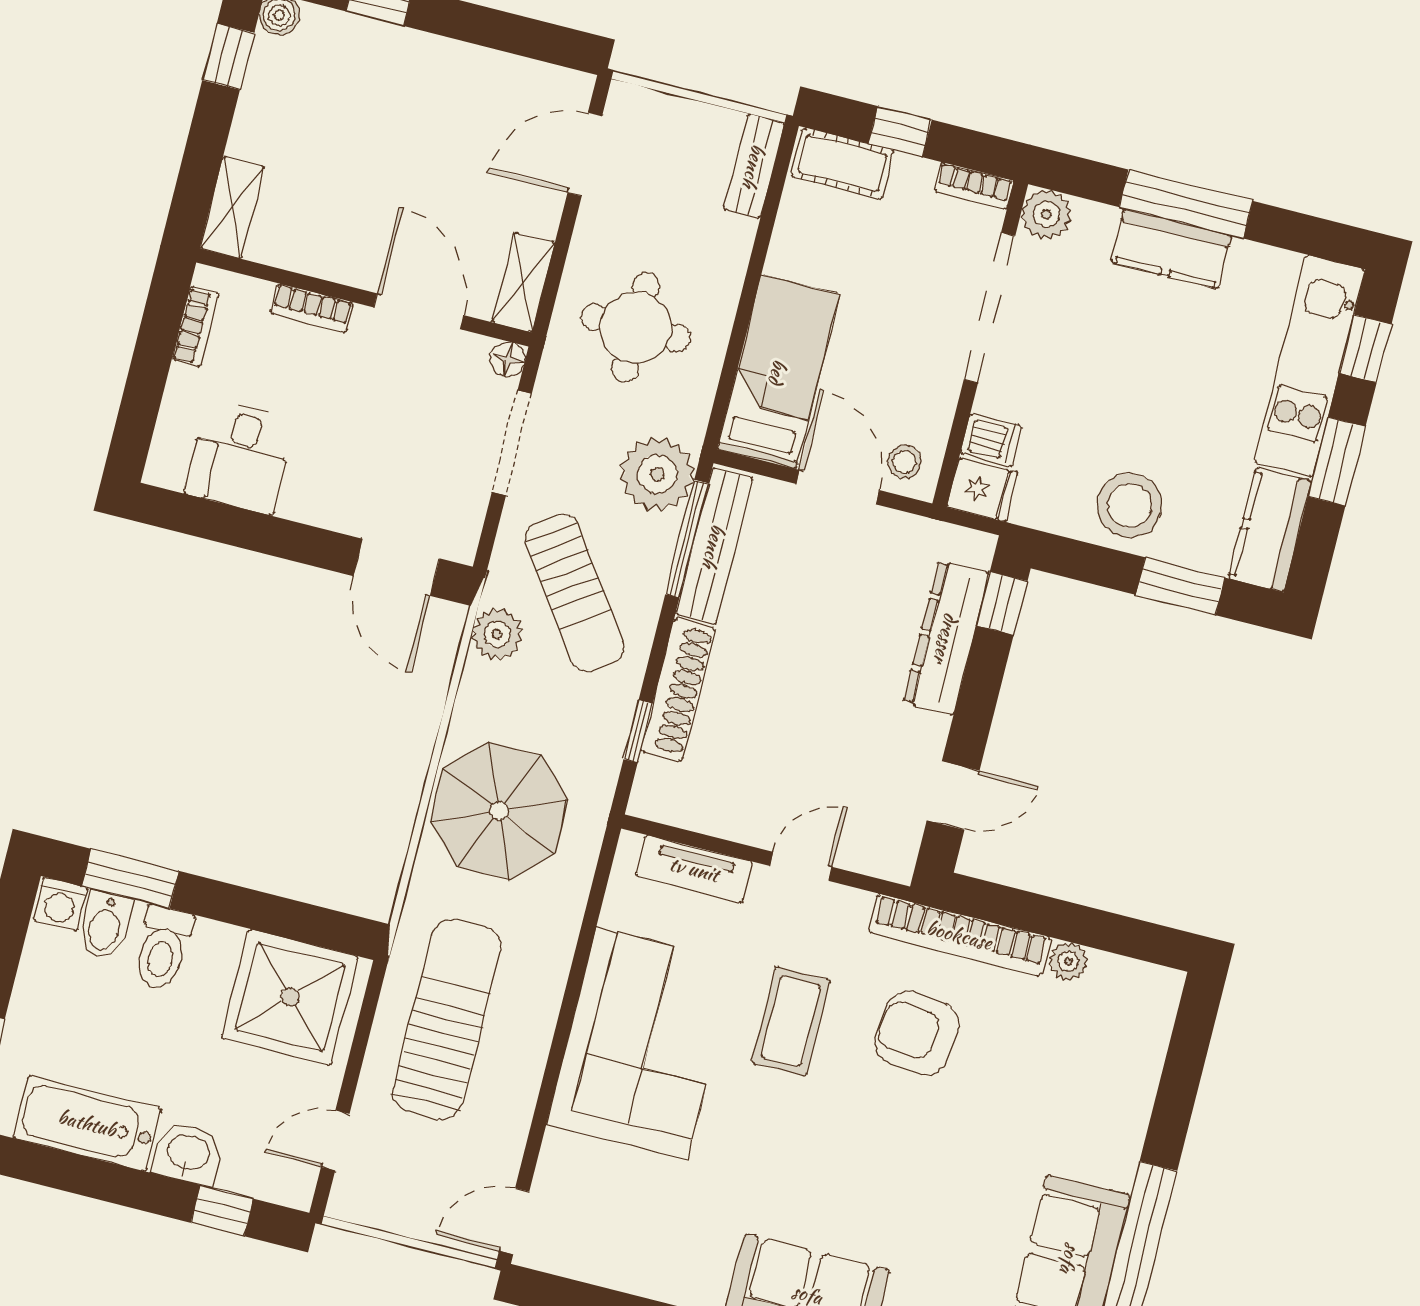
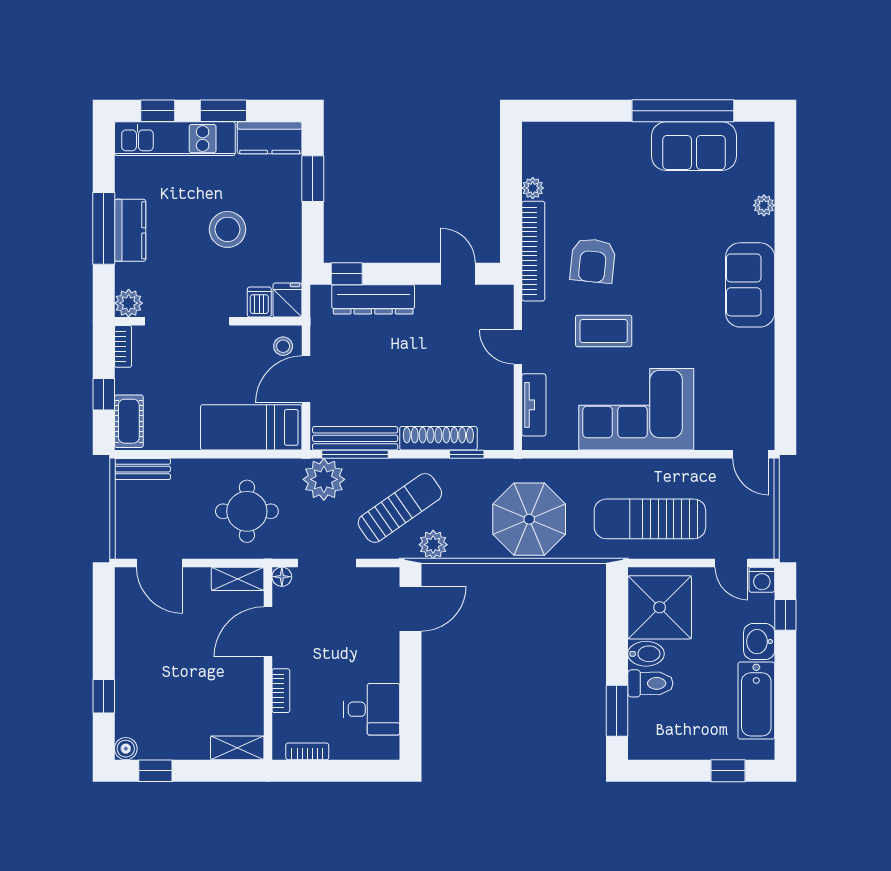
stool: (1130, 506) -> (228, 229), moved
washing machine: (60, 904) -> (762, 580), moved, turned 90
bidet: (105, 925) -> (646, 654), moved

